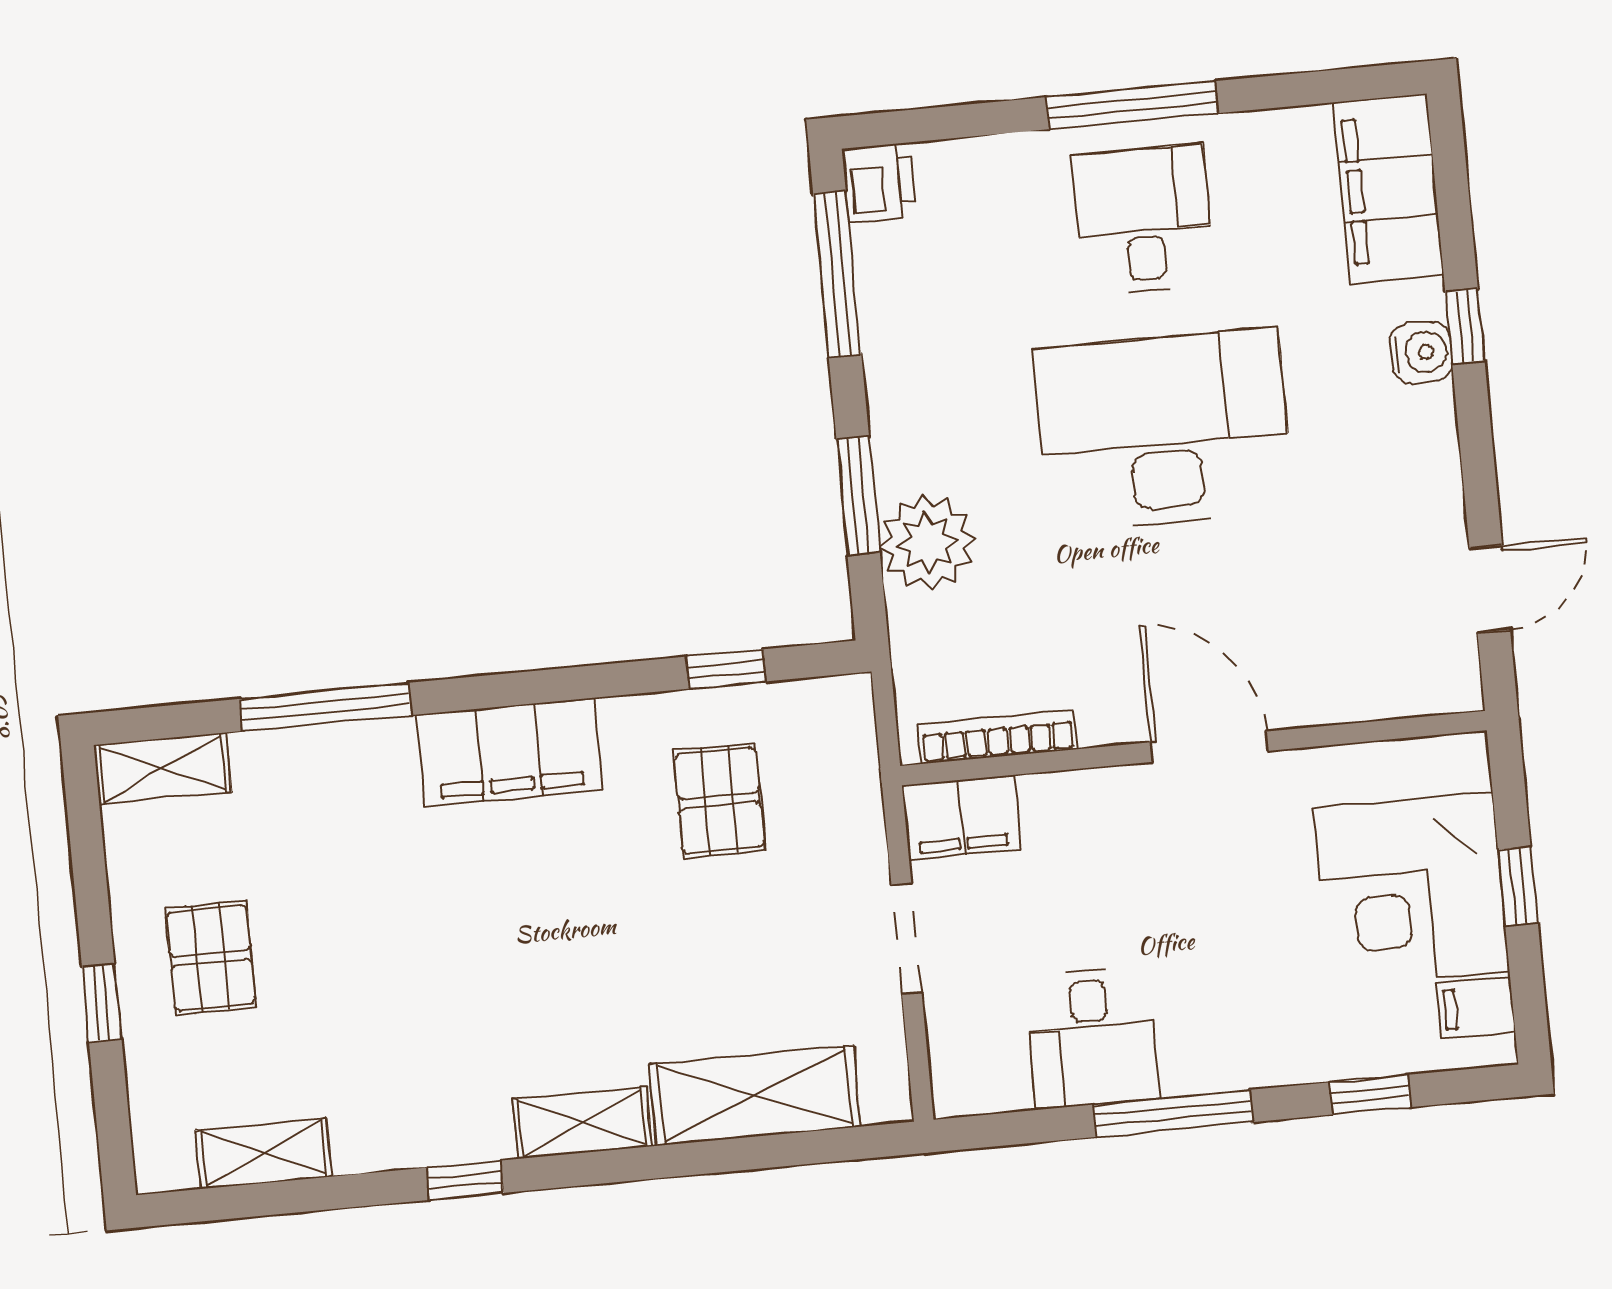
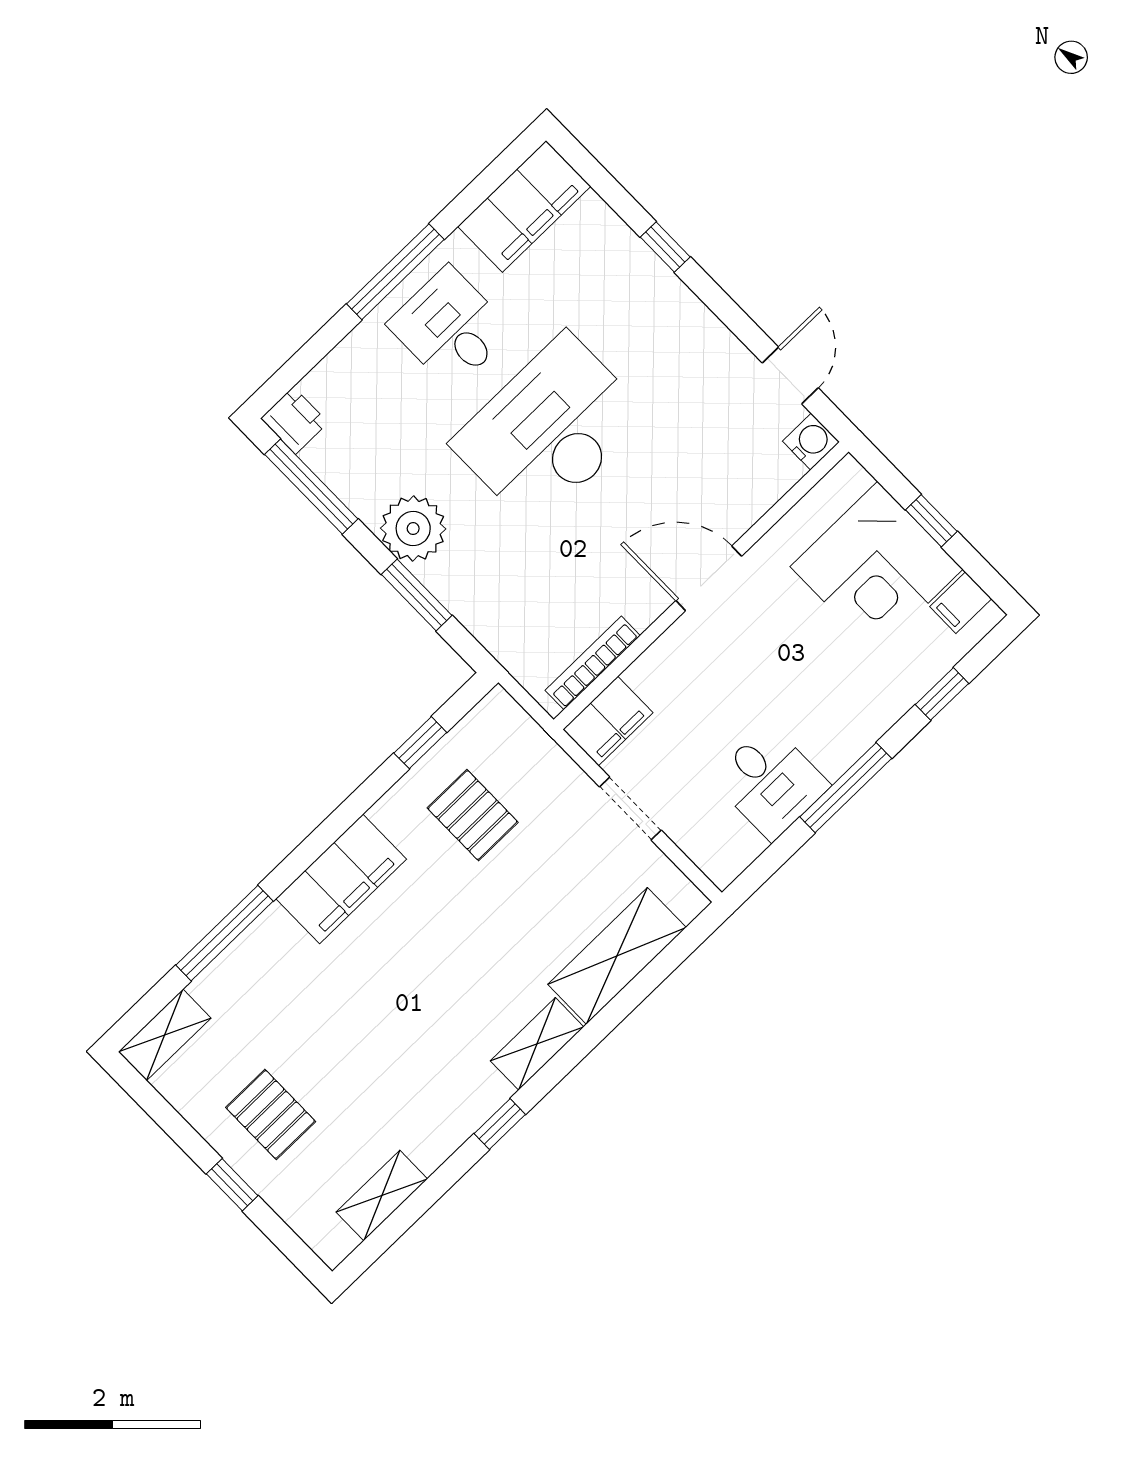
filing cabinet: (1388, 189) -> (524, 206), moved, turned -90
water cooler: (1421, 352) -> (811, 442), moved
plant: (927, 542) -> (413, 529), moved

